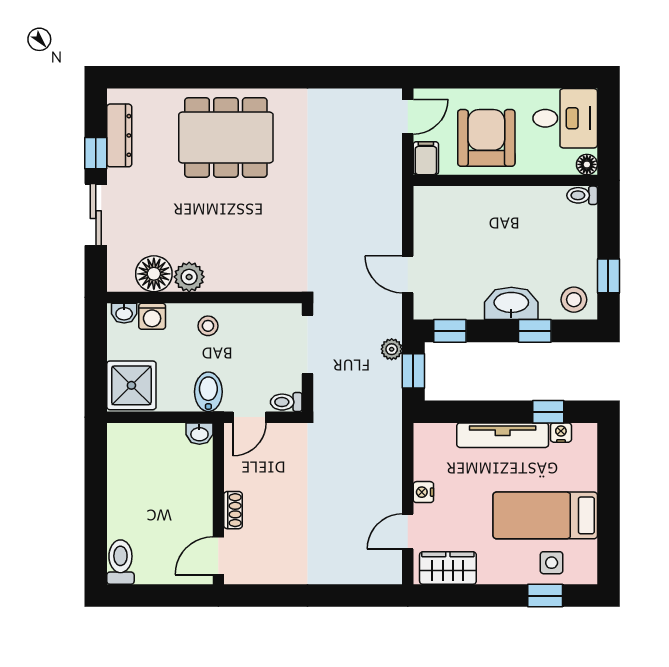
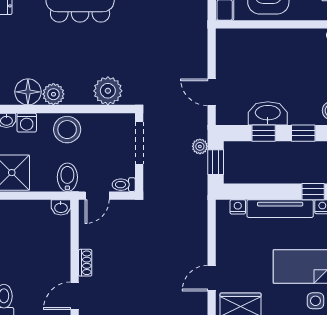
plant: (264, 272) -> (108, 91), added
washbasin: (511, 303) -> (268, 113), moved
stool: (208, 326) -> (67, 130), width x1.89, depth x1.89
window: (450, 331) -> (264, 133), moved
nightstand: (423, 492) -> (238, 207), moved, turned 90

